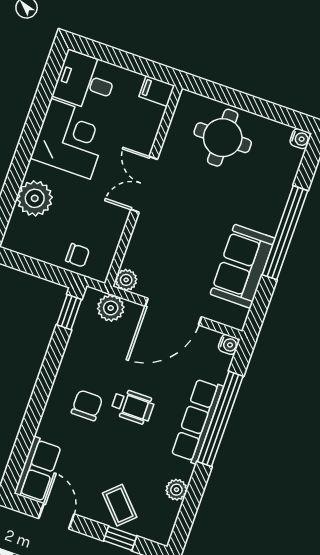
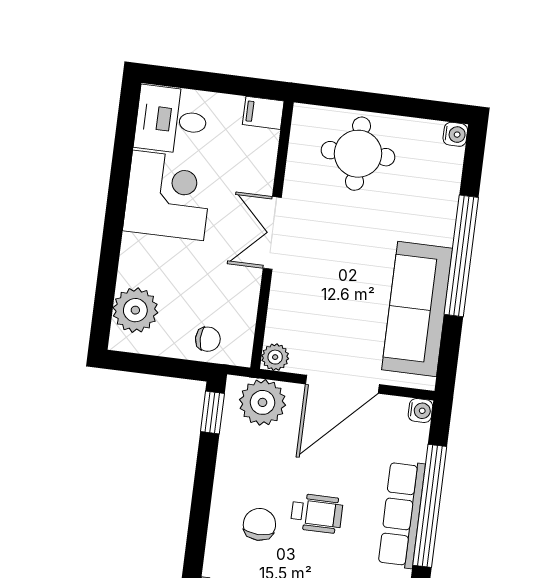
plant: (35, 198) -> (135, 310), moved
sofa: (243, 266) -> (417, 309), width x1.36
plant: (111, 308) -> (262, 402), width x1.36, depth x1.36

